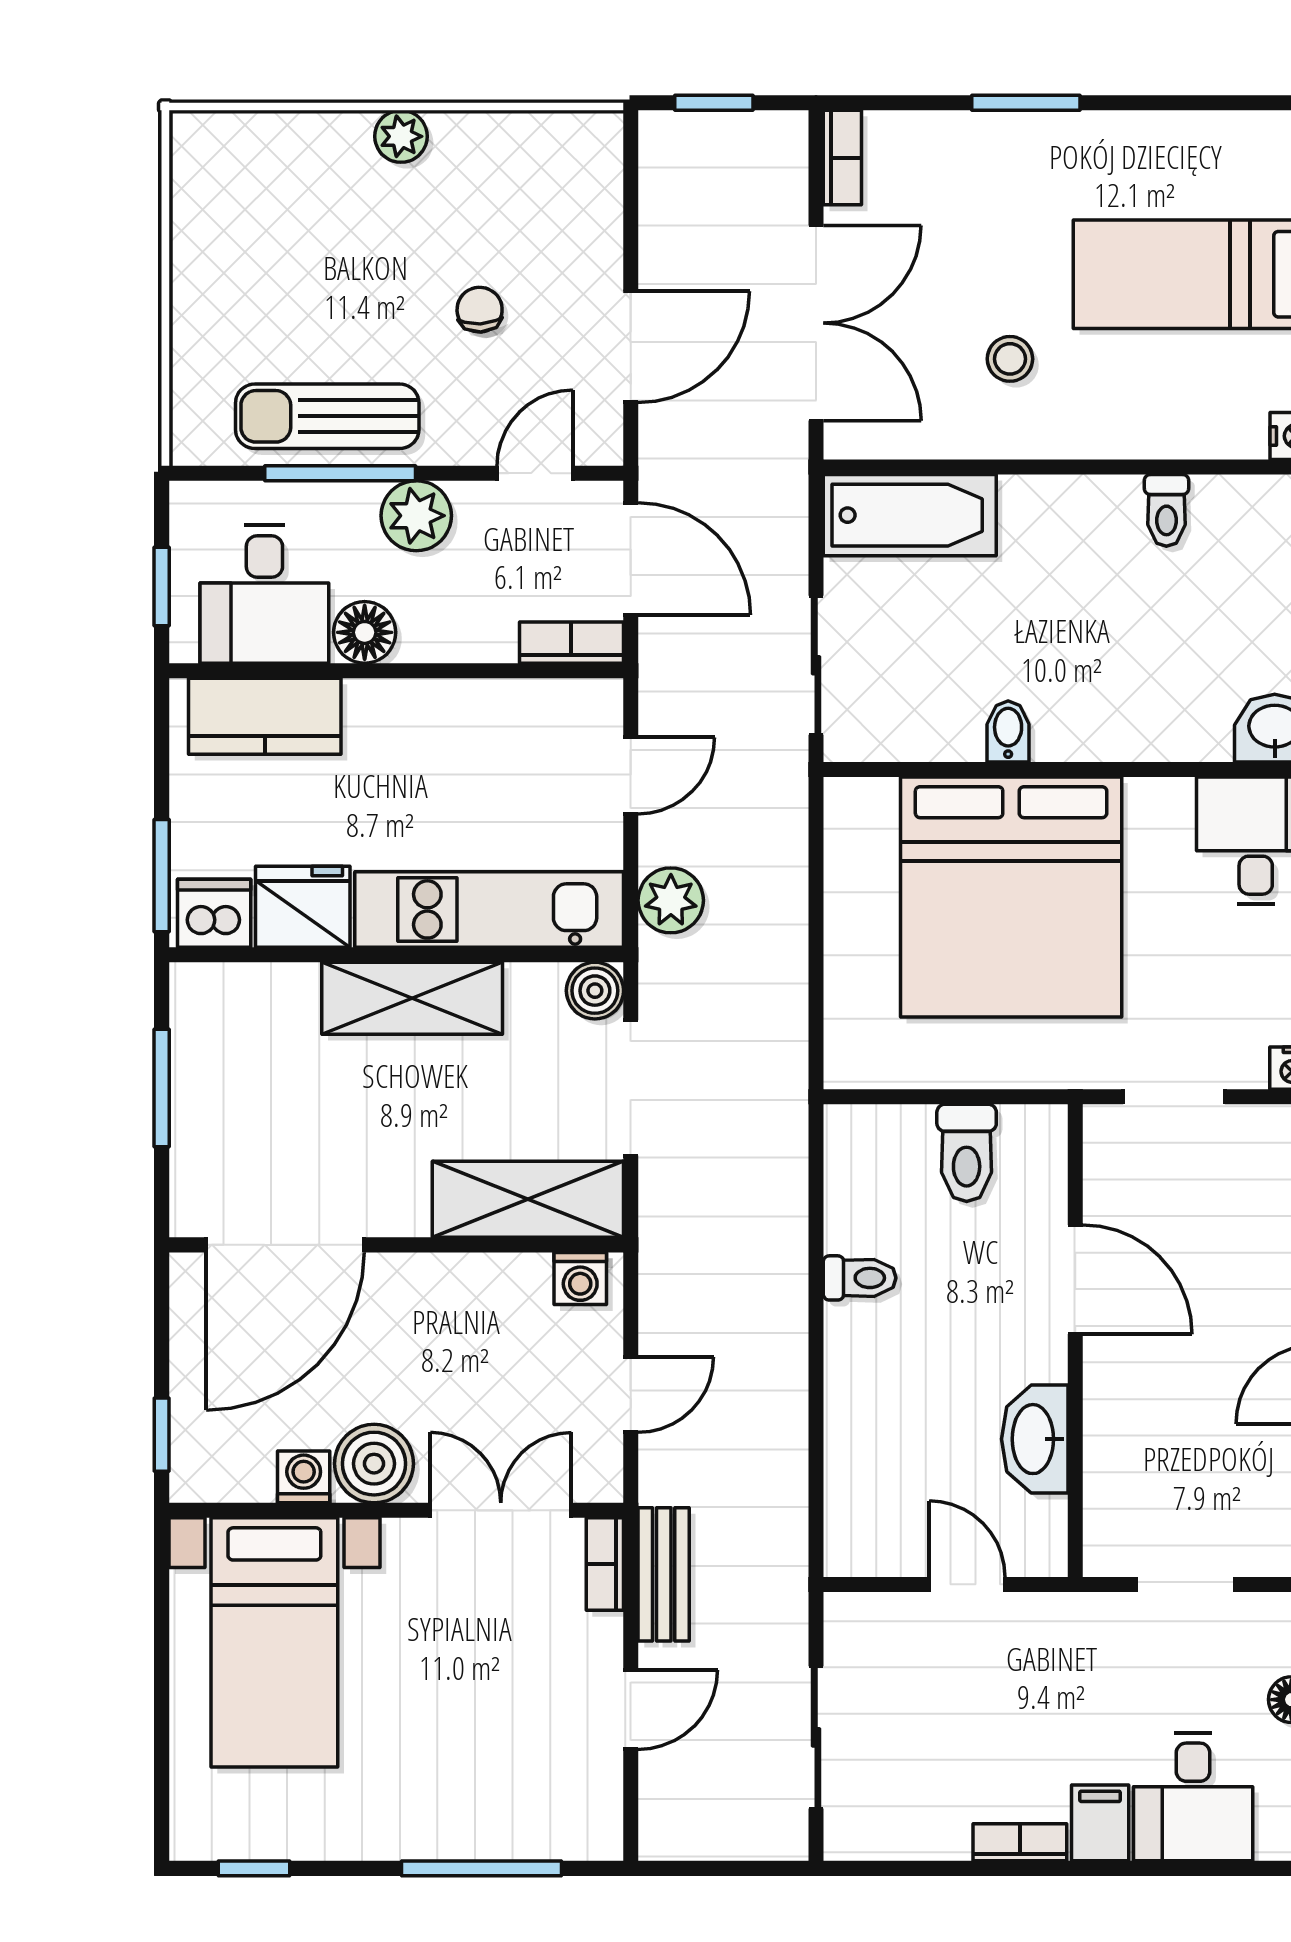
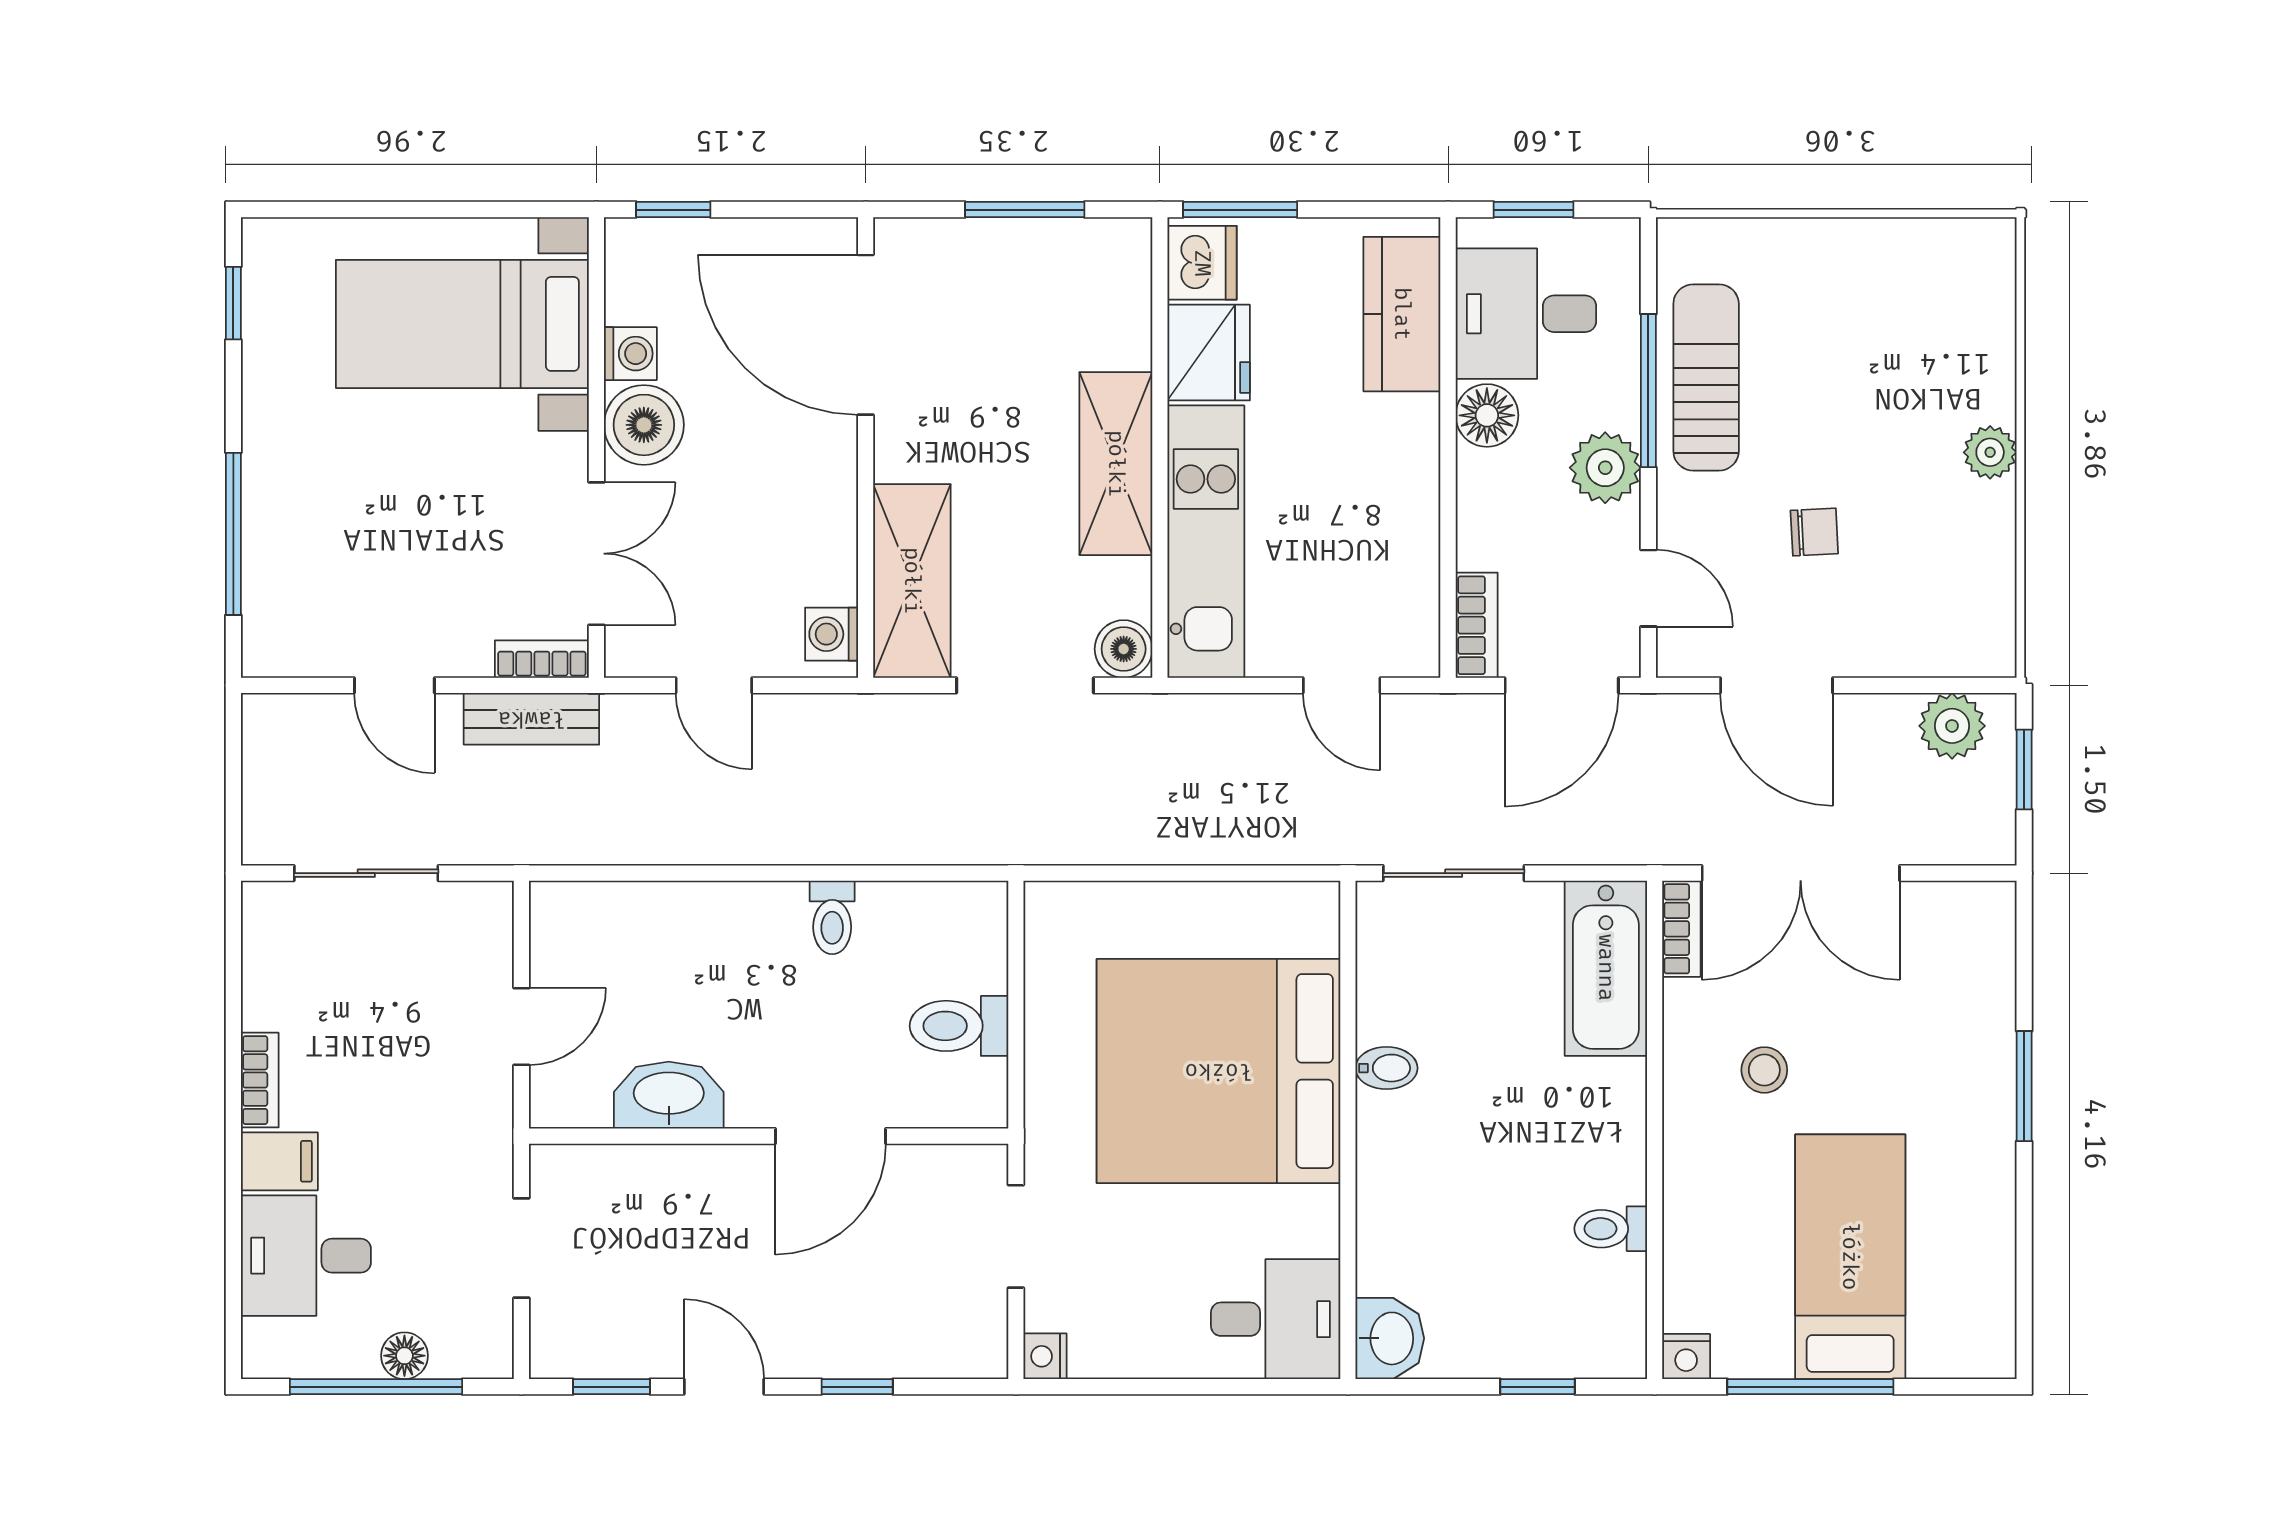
bookcase: (842, 158) -> (1681, 929), moved, turned -90
plant: (671, 900) -> (1952, 726), moved

